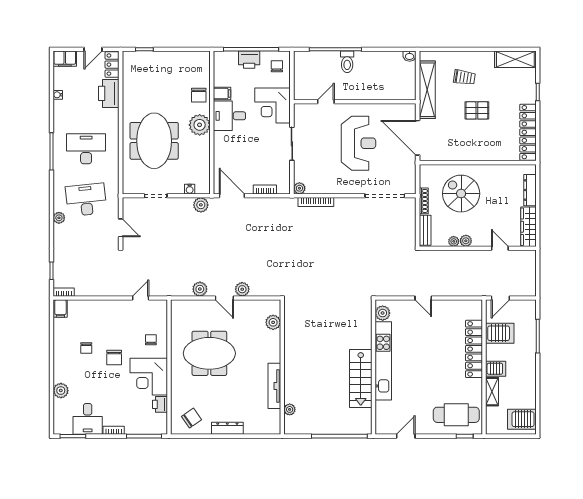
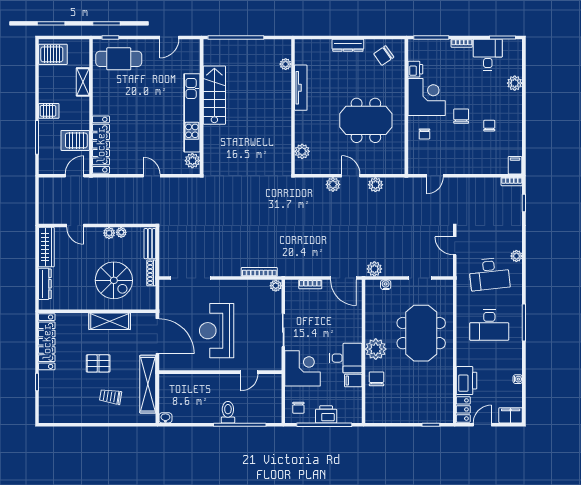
shelving: (515, 59) -> (110, 321), moved
locker: (474, 349) -> (101, 145), moved
server rack: (496, 369) -> (49, 111), moved, turned 180

